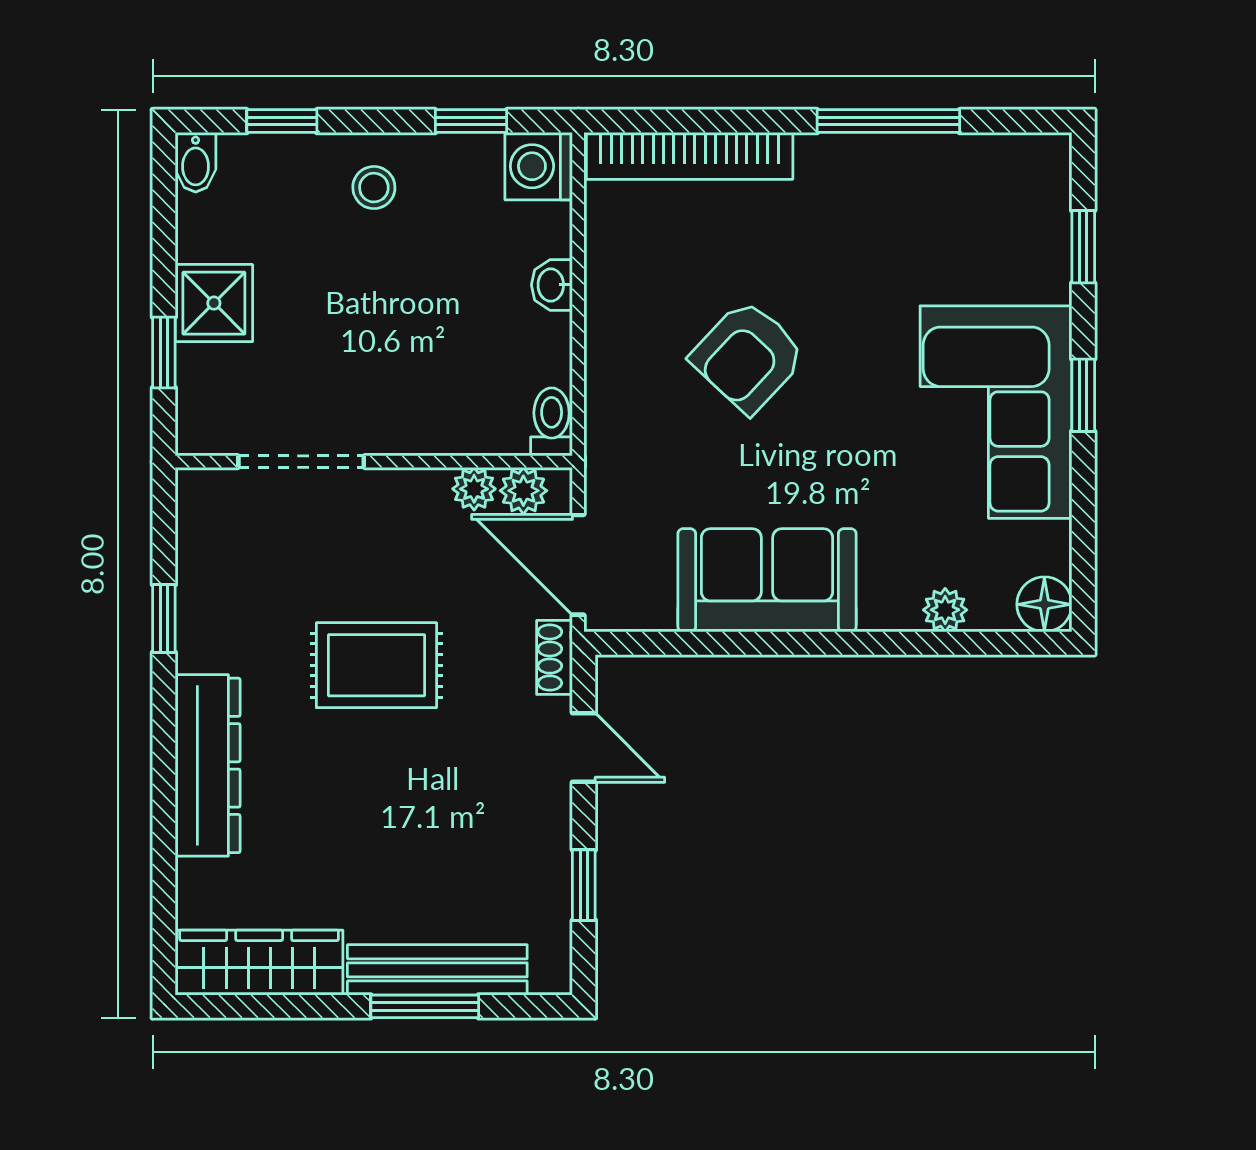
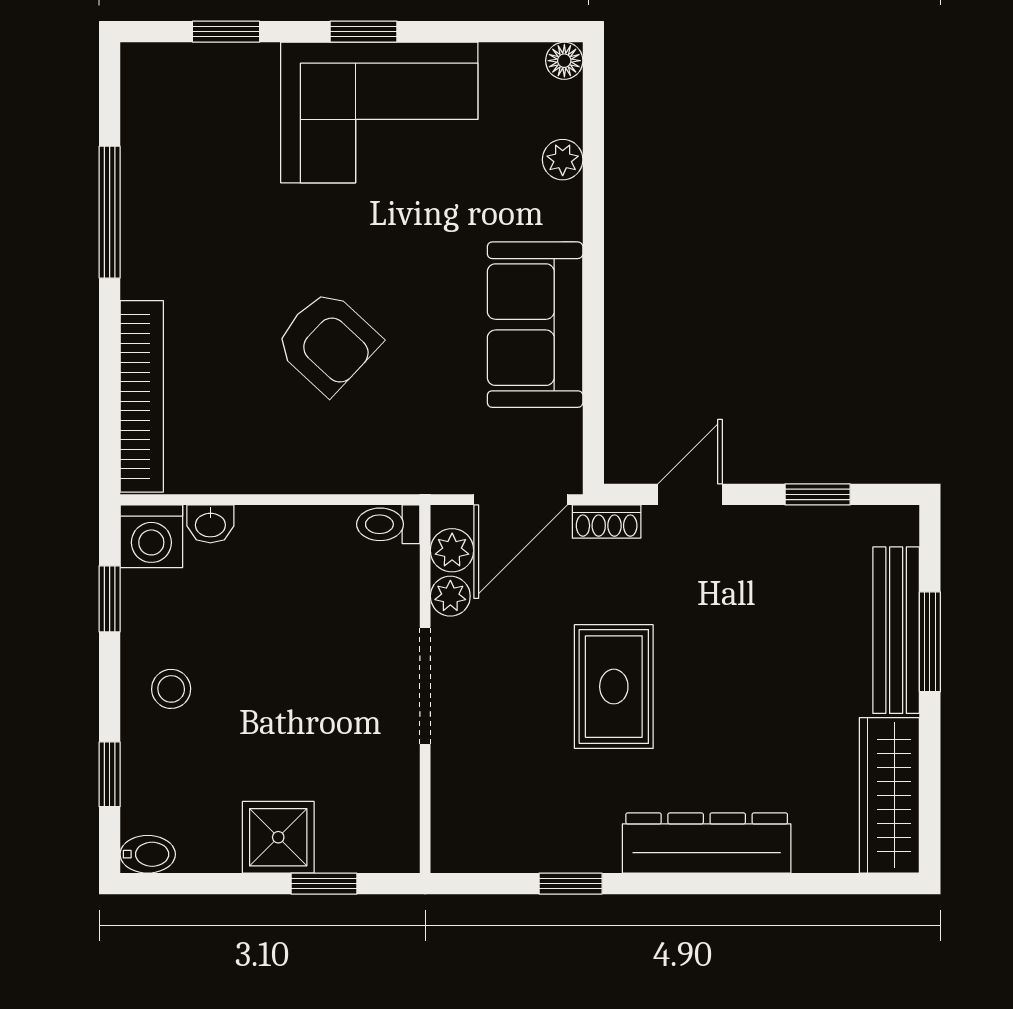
washbasin: (552, 285) -> (210, 524), moved
doorway: (301, 462) -> (425, 686), moved
floor lamp: (1044, 604) -> (564, 61), width x0.73, depth x0.73

